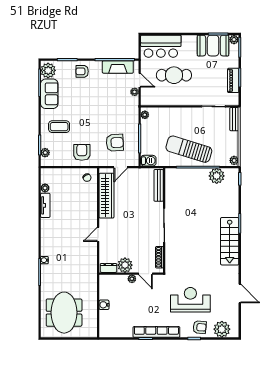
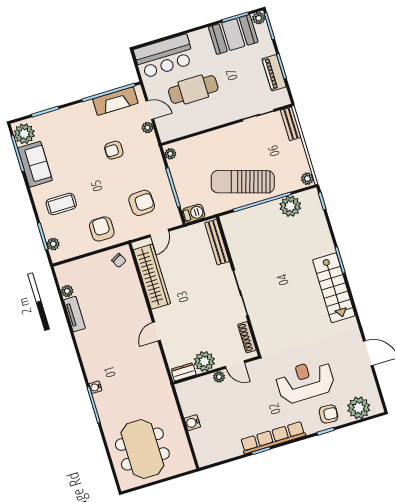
armchair: (82, 71) -> (114, 150), moved

